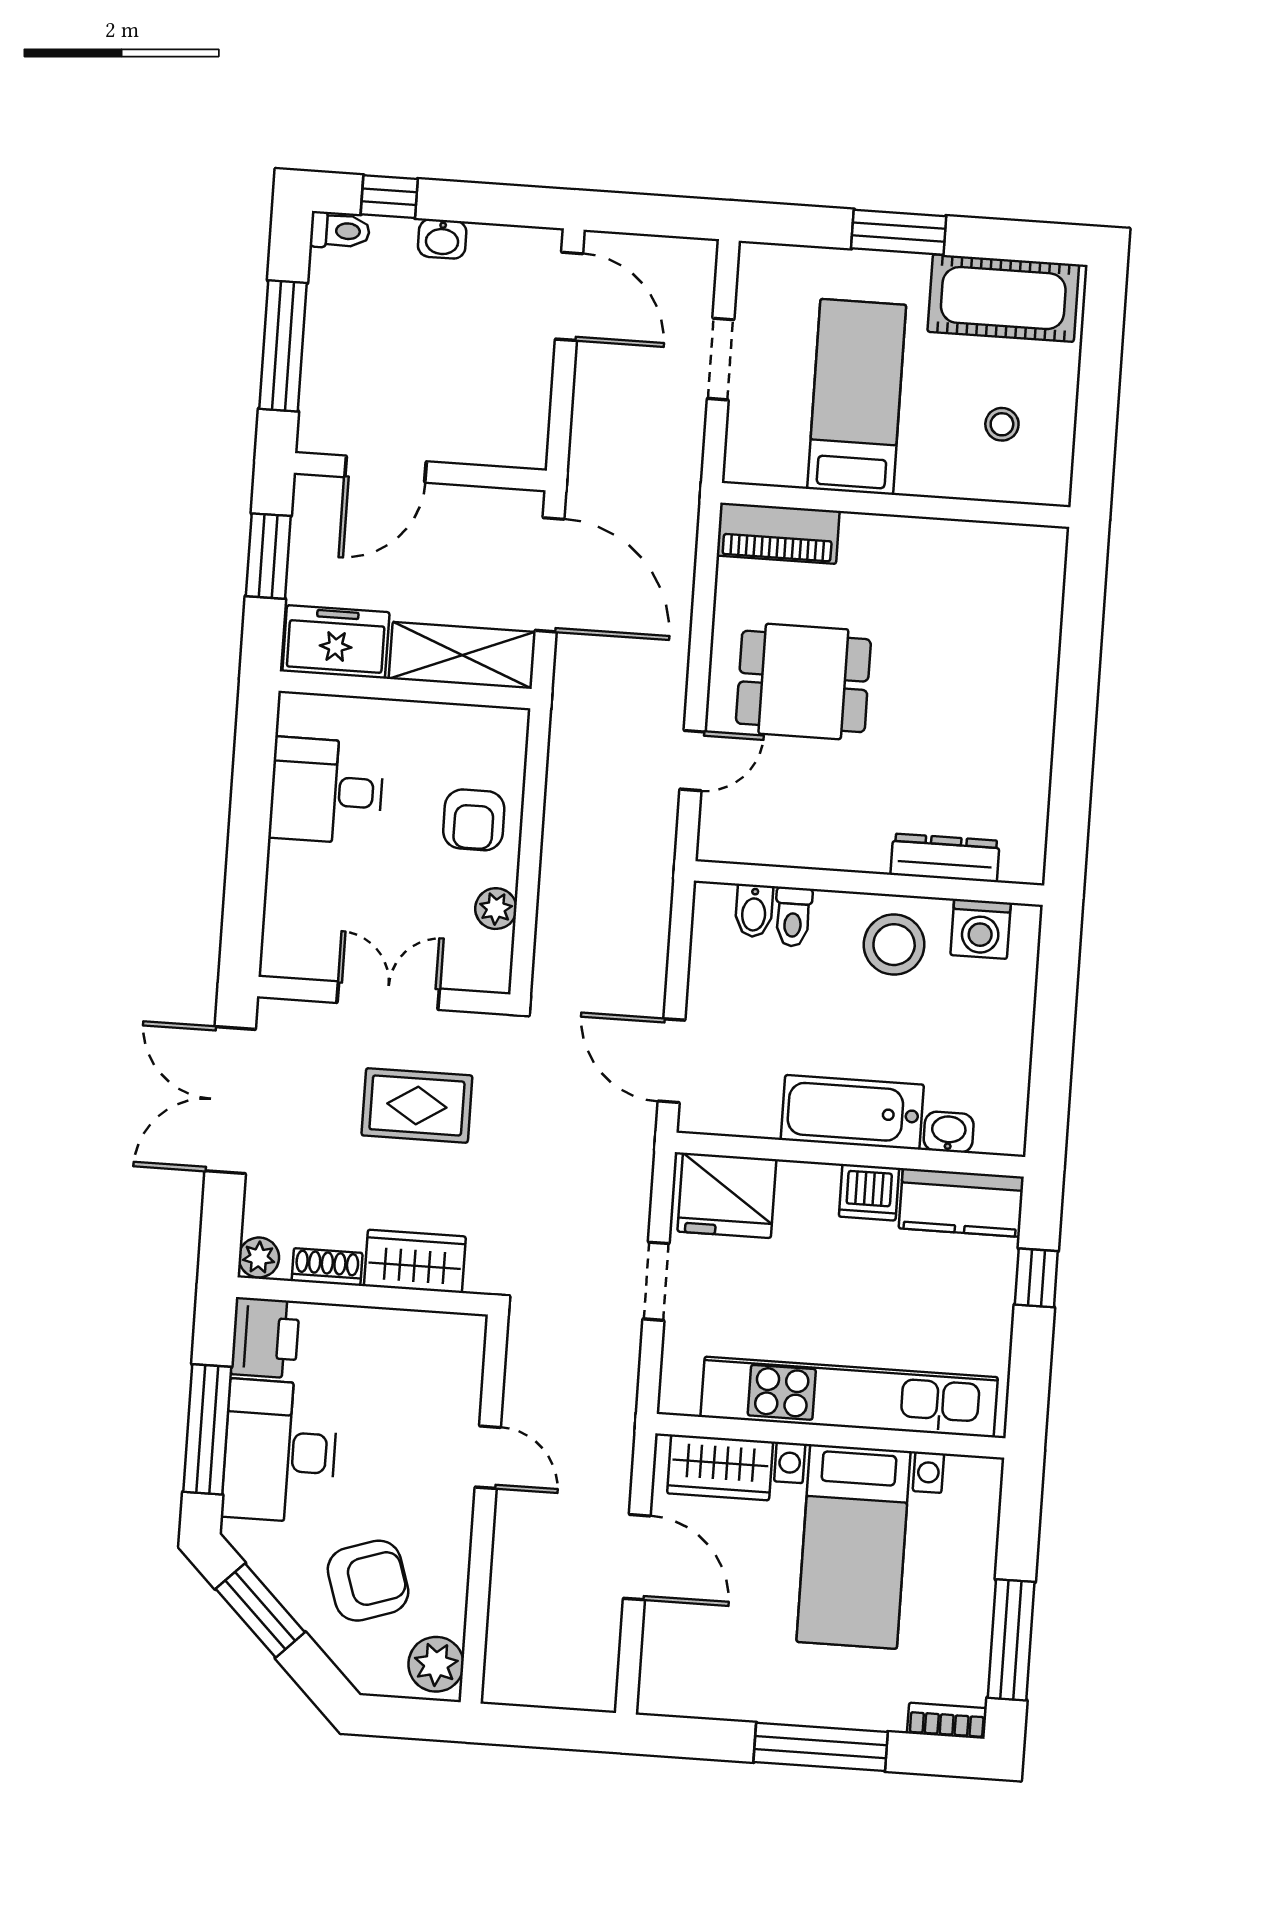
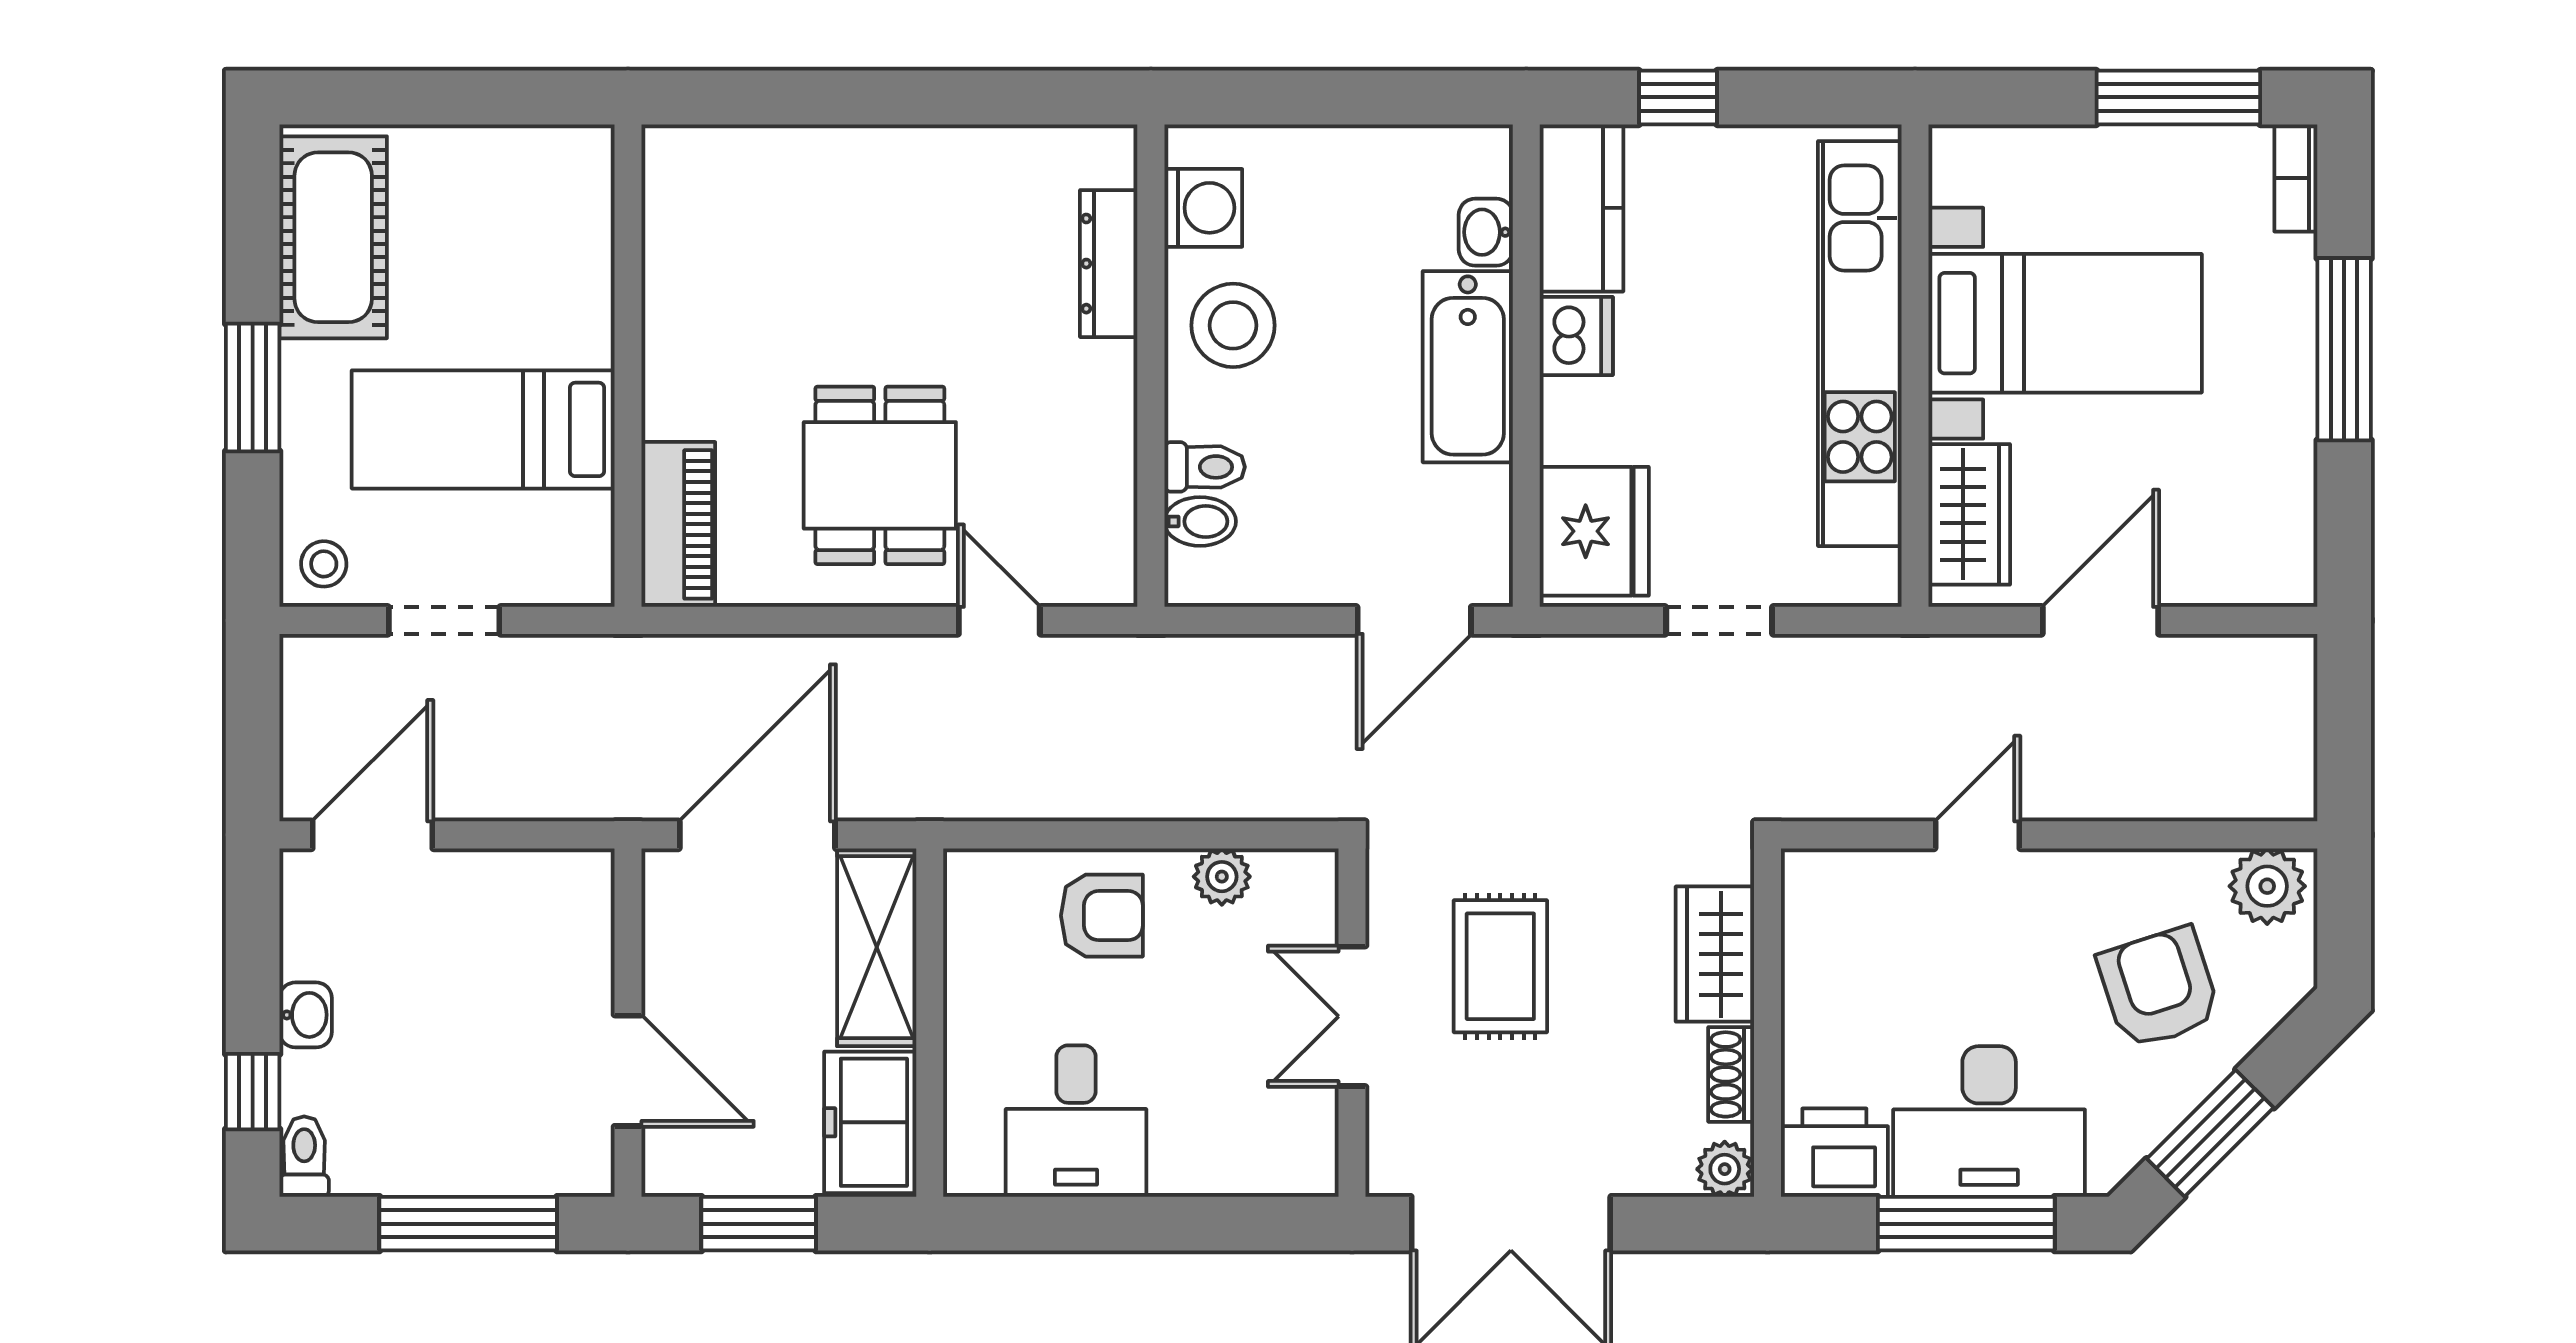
stool: (1002, 424) -> (324, 564), moved

